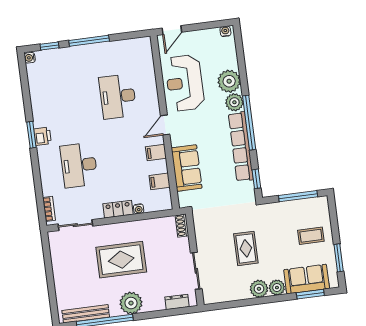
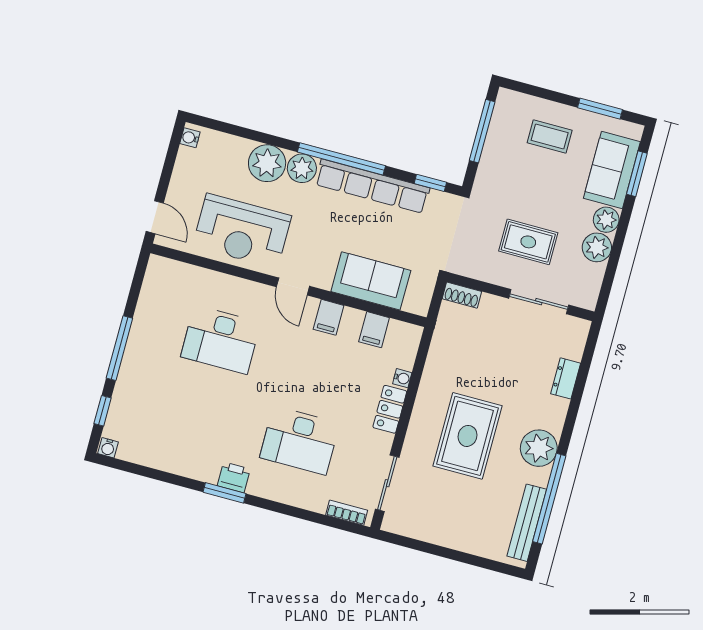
shoe rack: (182, 226) -> (462, 295), moved
coffee table: (311, 236) -> (550, 136), turned 90
wall: (195, 259) -> (521, 297), moved
sliding door: (196, 271) -> (539, 302), moved

